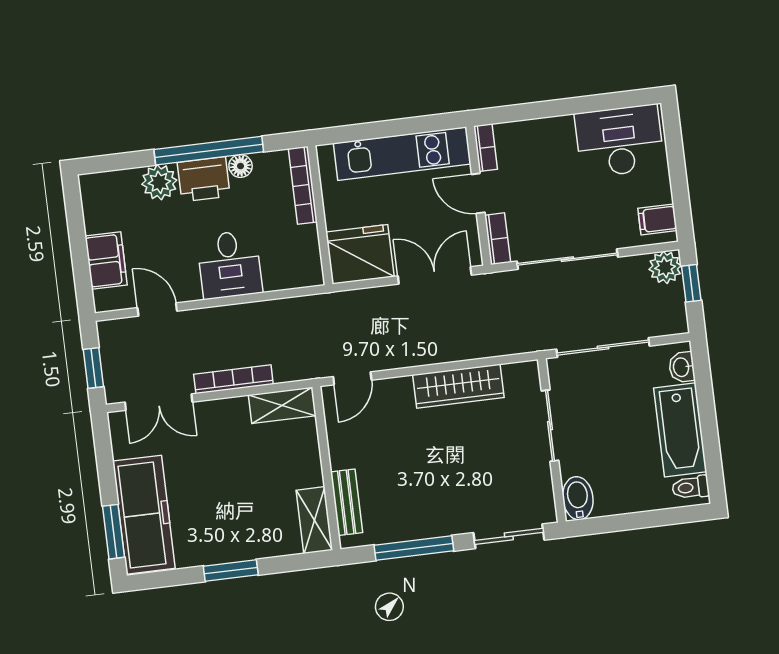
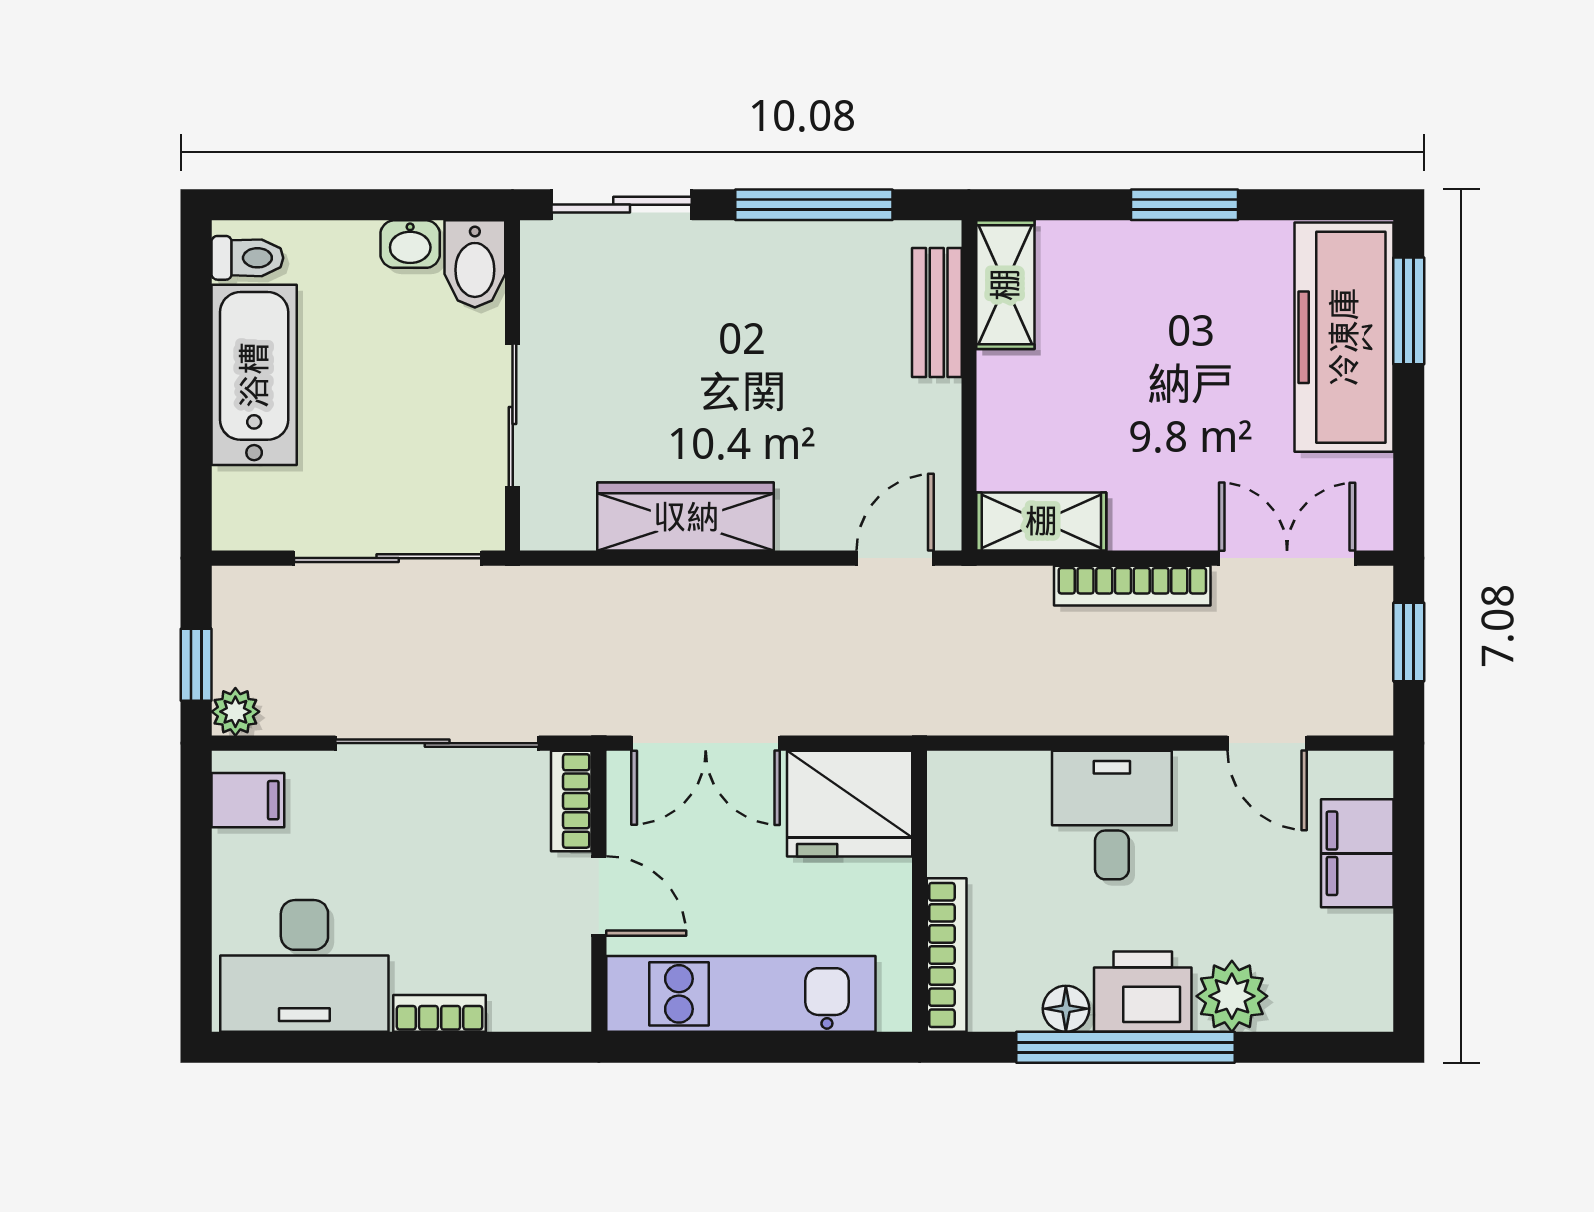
bookcase: (486, 148) -> (440, 1013), moved, turned 90
plant: (665, 267) -> (235, 712), width x0.73, depth x0.73
washbasin: (682, 367) -> (410, 244), moved, turned 90

